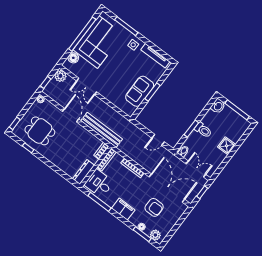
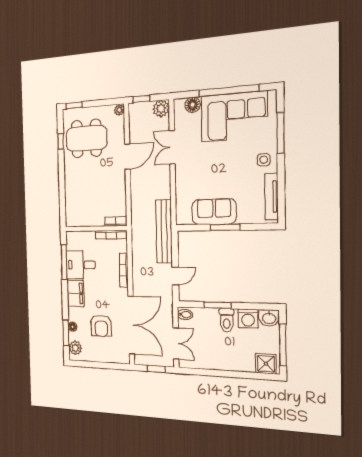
washing machine: (210, 118) -> (248, 319), added
bench: (102, 130) -> (164, 231), moved
dining table: (40, 131) -> (87, 138), width x1.38
door: (158, 140) -> (175, 276), swing flipped
shower: (227, 146) -> (266, 364), moved
dresser: (83, 172) -> (80, 220), removed
desk: (99, 183) -> (81, 265), moved, turned -90

